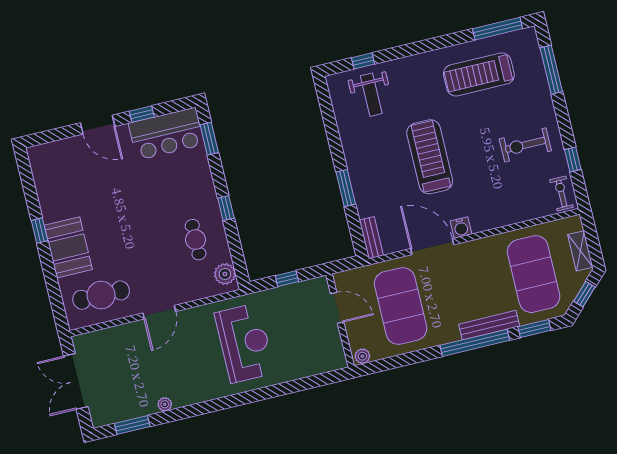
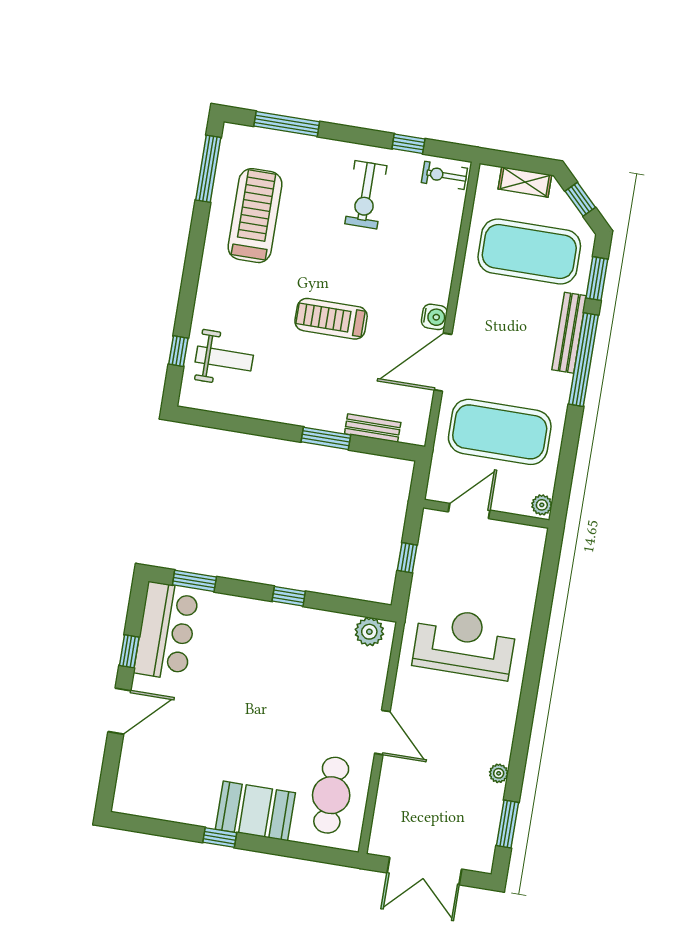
treadmill: (479, 74) -> (255, 216), turned 180
treadmill: (430, 157) -> (331, 319), width x0.73, depth x0.73
bench: (371, 238) -> (373, 428), moved
cafe table: (196, 240) -> (312, 650), removed

